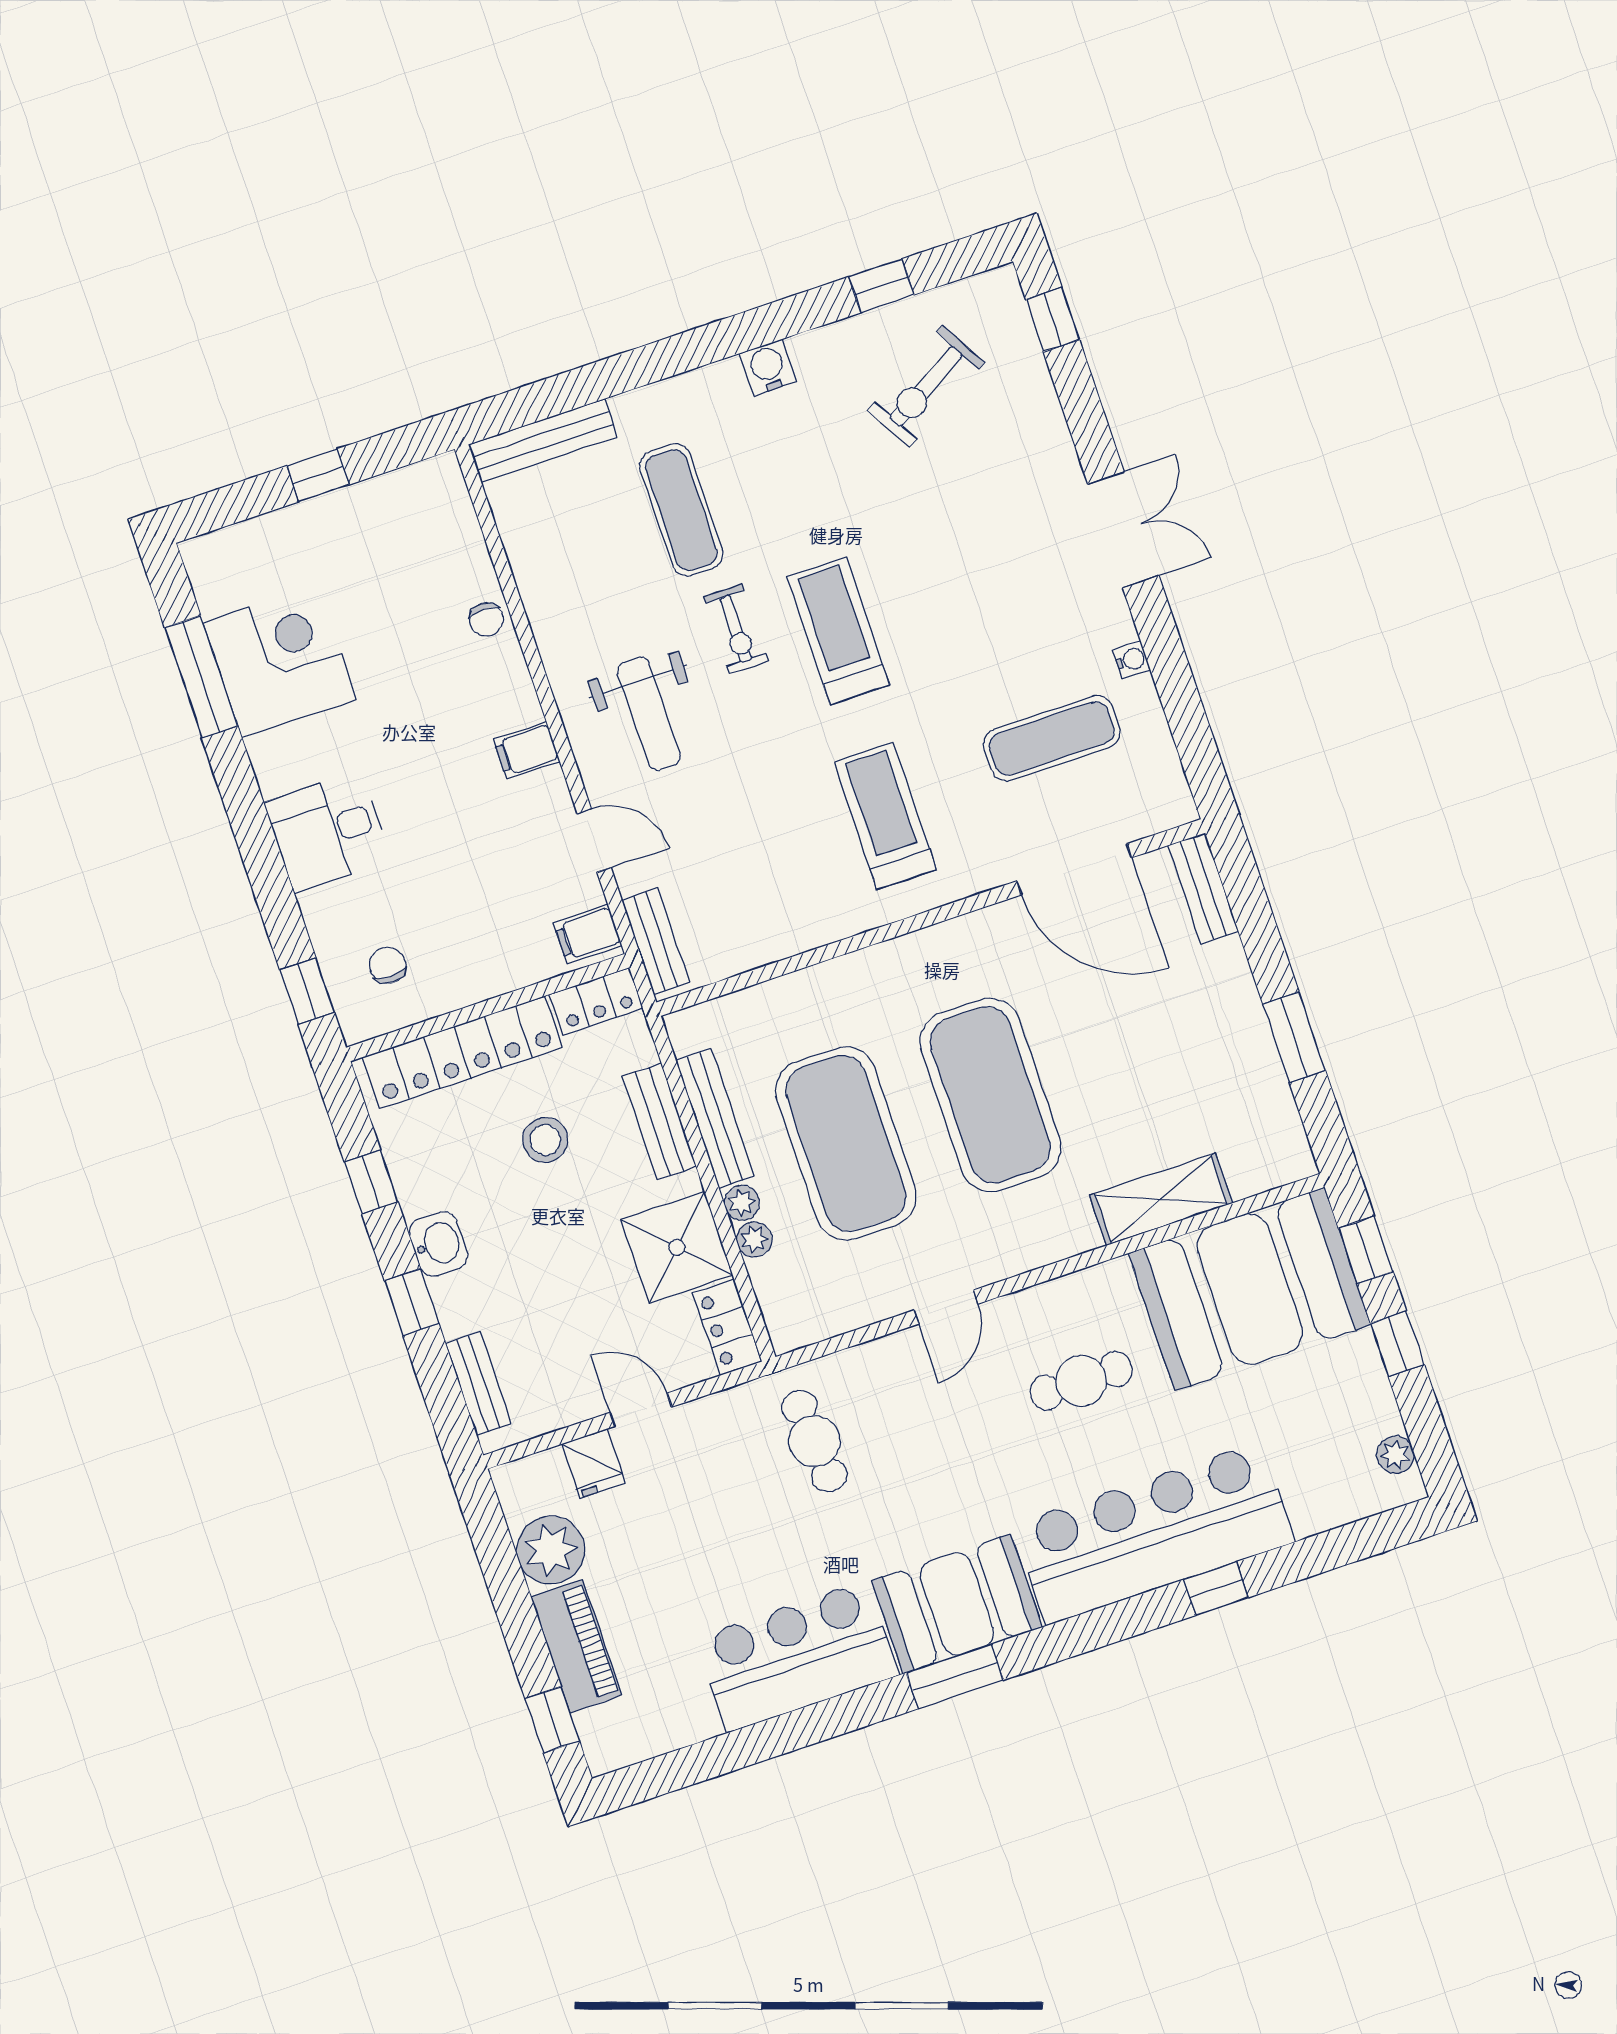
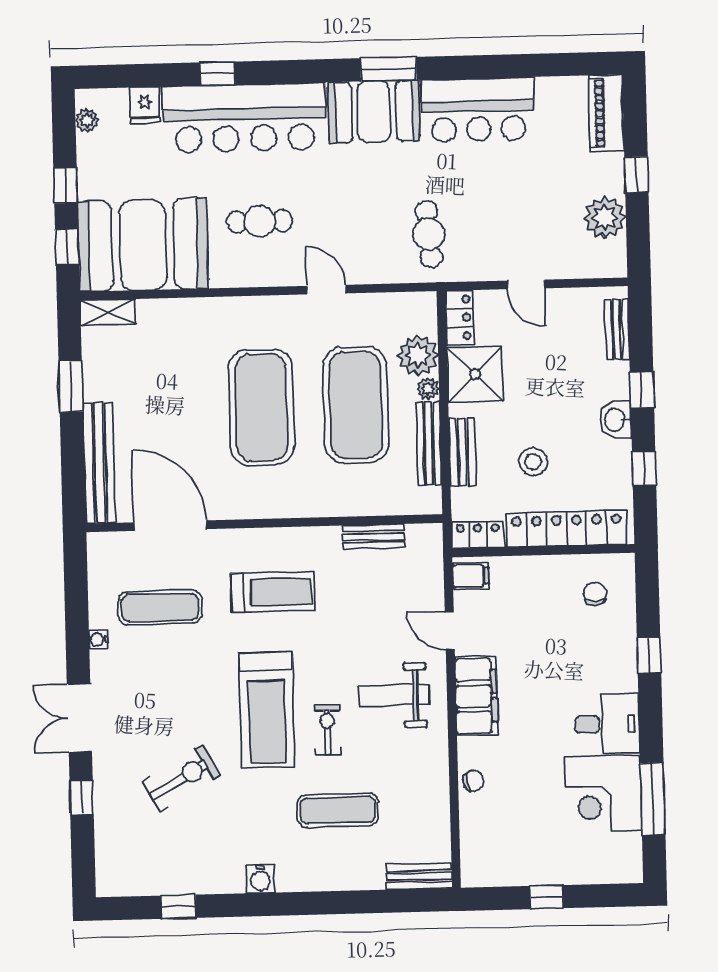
window: (1053, 320) -> (82, 798), moved
exercise bike: (926, 386) -> (181, 778), moved
bench: (543, 441) -> (419, 876), width x0.73
exercise mat: (681, 510) -> (338, 810), turned 90
chair: (486, 620) -> (473, 781), turned 80
treadmill: (838, 631) -> (267, 710), width x1.37, depth x1.38
weight bench: (649, 714) -> (394, 695), turned -90
filing cabinet: (527, 750) -> (476, 696), width x3.00, depth x1.17
treadmill: (885, 816) -> (273, 592), turned -90
desk: (328, 832) -> (607, 724), moved
bench: (1203, 888) -> (99, 463), width x1.86, depth x1.21
bench: (656, 941) -> (373, 537), moved, turned 90
chair: (388, 965) -> (595, 594), turned 180
window: (307, 991) -> (649, 655), moved
shelving: (1161, 1199) -> (108, 312), moved, width x0.67, depth x0.75
plant: (754, 1239) -> (418, 355), width x1.87, depth x1.87
door: (946, 1307) -> (326, 290), hinge flipped
fridge: (594, 1463) -> (145, 105), moved, turned 180
piano: (576, 1646) -> (606, 113), moved
window: (552, 1720) -> (636, 175), moved

